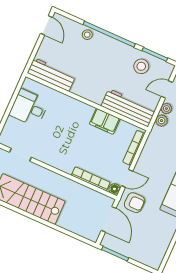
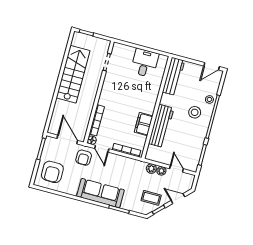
stool: (141, 66) -> (195, 112), moved
workbench: (128, 108) -> (161, 126), moved
door: (109, 219) -> (67, 139), swing flipped
armchair: (146, 244) -> (52, 172), added

